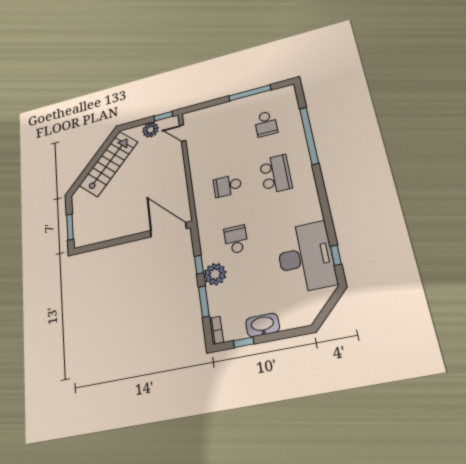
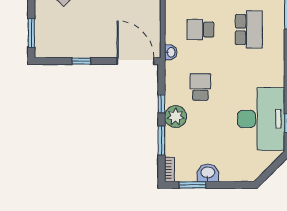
washbasin: (201, 213) -> (171, 52), added
window: (117, 242) -> (81, 61), added
washbasin: (263, 325) -> (208, 173), width x0.72
window: (244, 342) -> (193, 185), width x1.50

